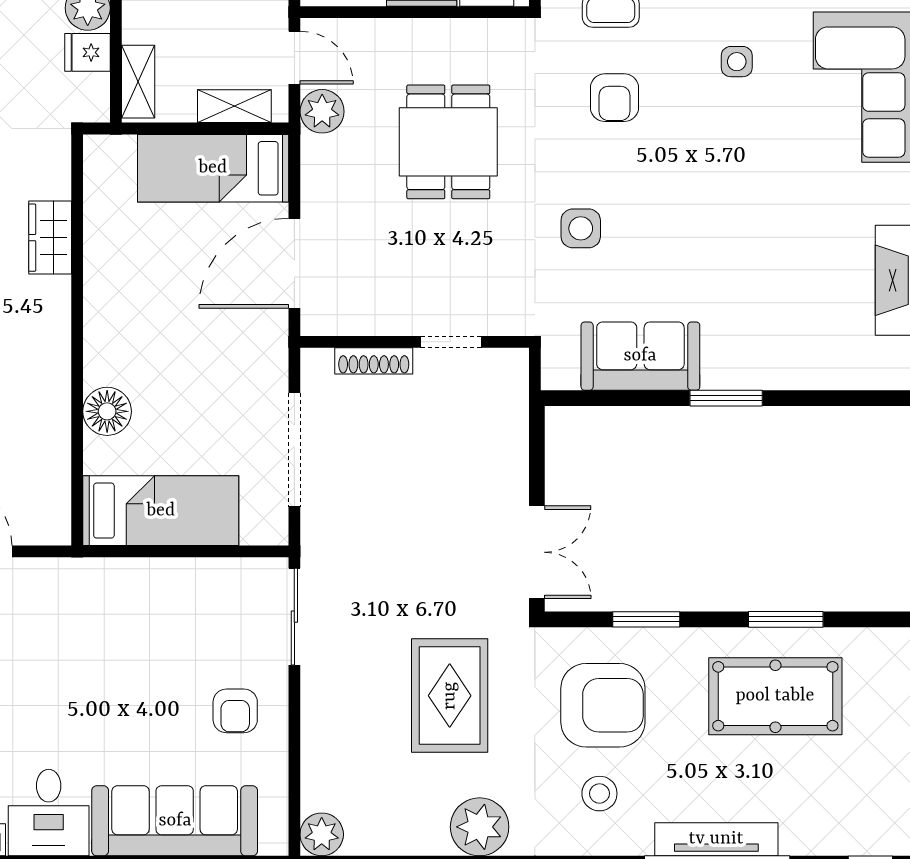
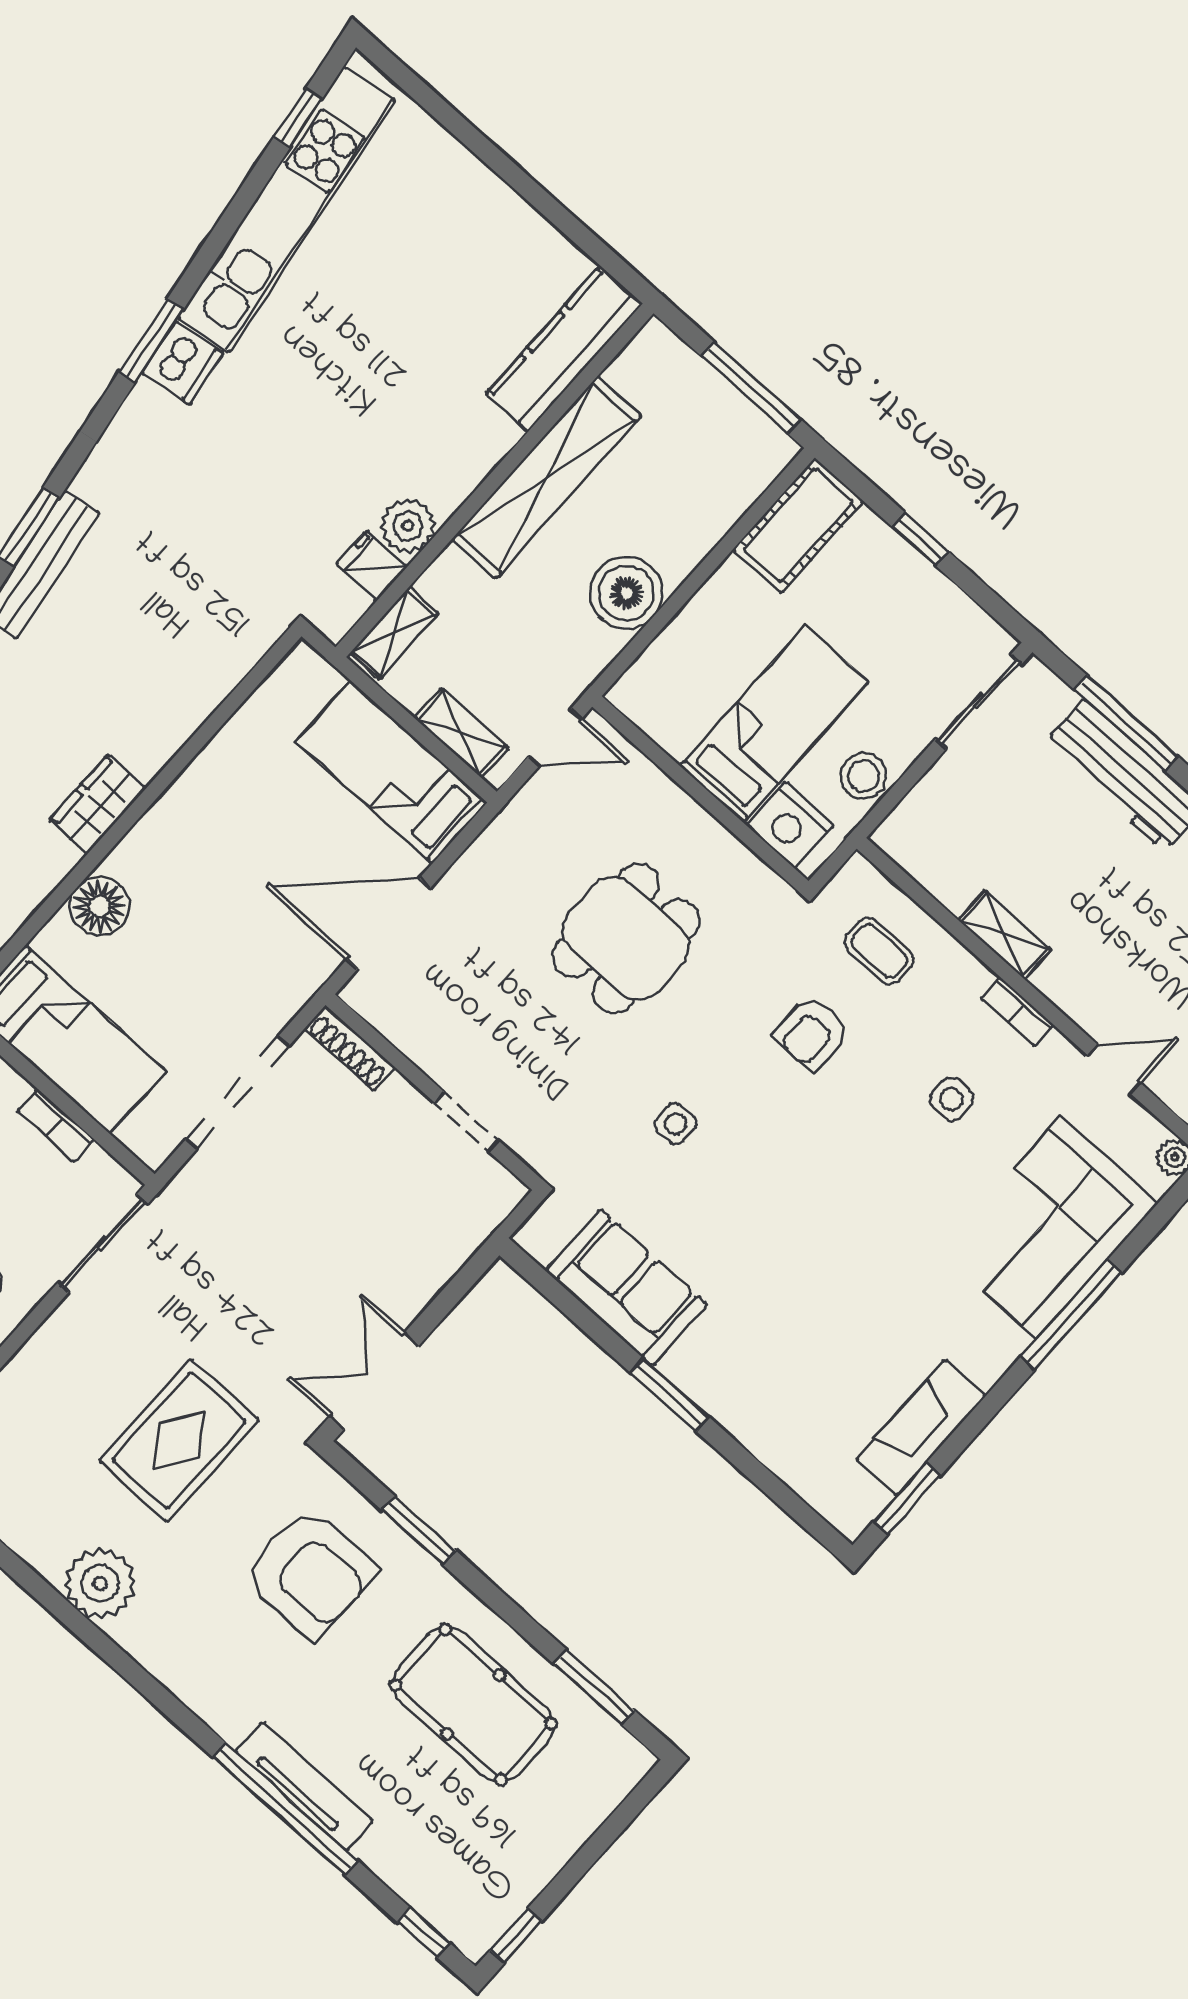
door: (294, 58) -> (555, 738), hinge flipped
plant: (322, 111) -> (536, 809), removed
side table: (581, 228) -> (676, 1124), width x0.73, depth x0.73
wardrobe: (50, 238) -> (98, 804), moved
shoe rack: (374, 361) -> (350, 1048), moved
double door: (537, 552) -> (374, 1381), swing flipped
bookcase: (201, 570) -> (56, 1125), added
window: (786, 619) -> (594, 1687), moved
stool: (599, 794) -> (236, 1650), removed

